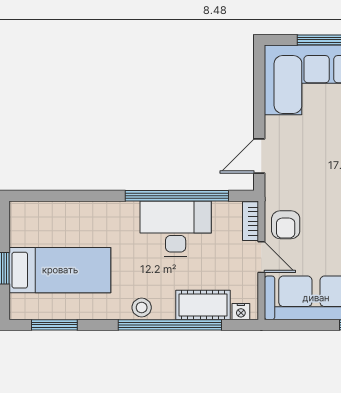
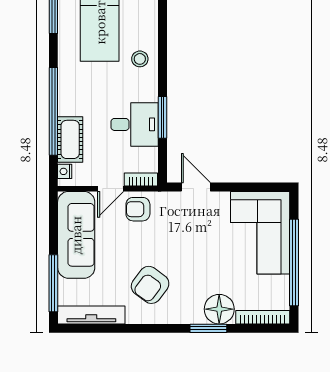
window: (177, 196) -> (162, 117), width x0.47
desk: (176, 229) -> (135, 124), width x0.73
stool: (142, 308) -> (140, 59), moved

